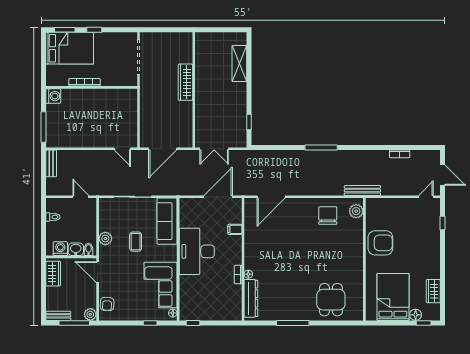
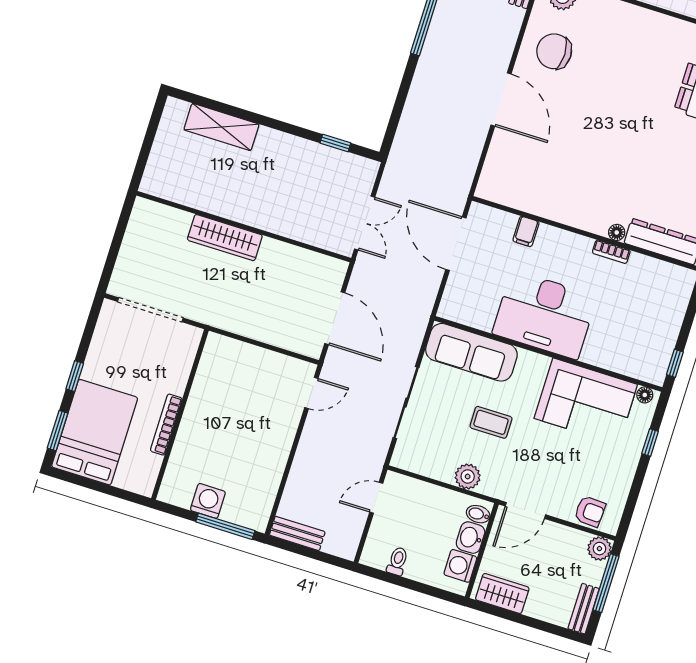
washing machine: (53, 96) -> (208, 501), moved
door: (271, 197) -> (501, 100), moved

